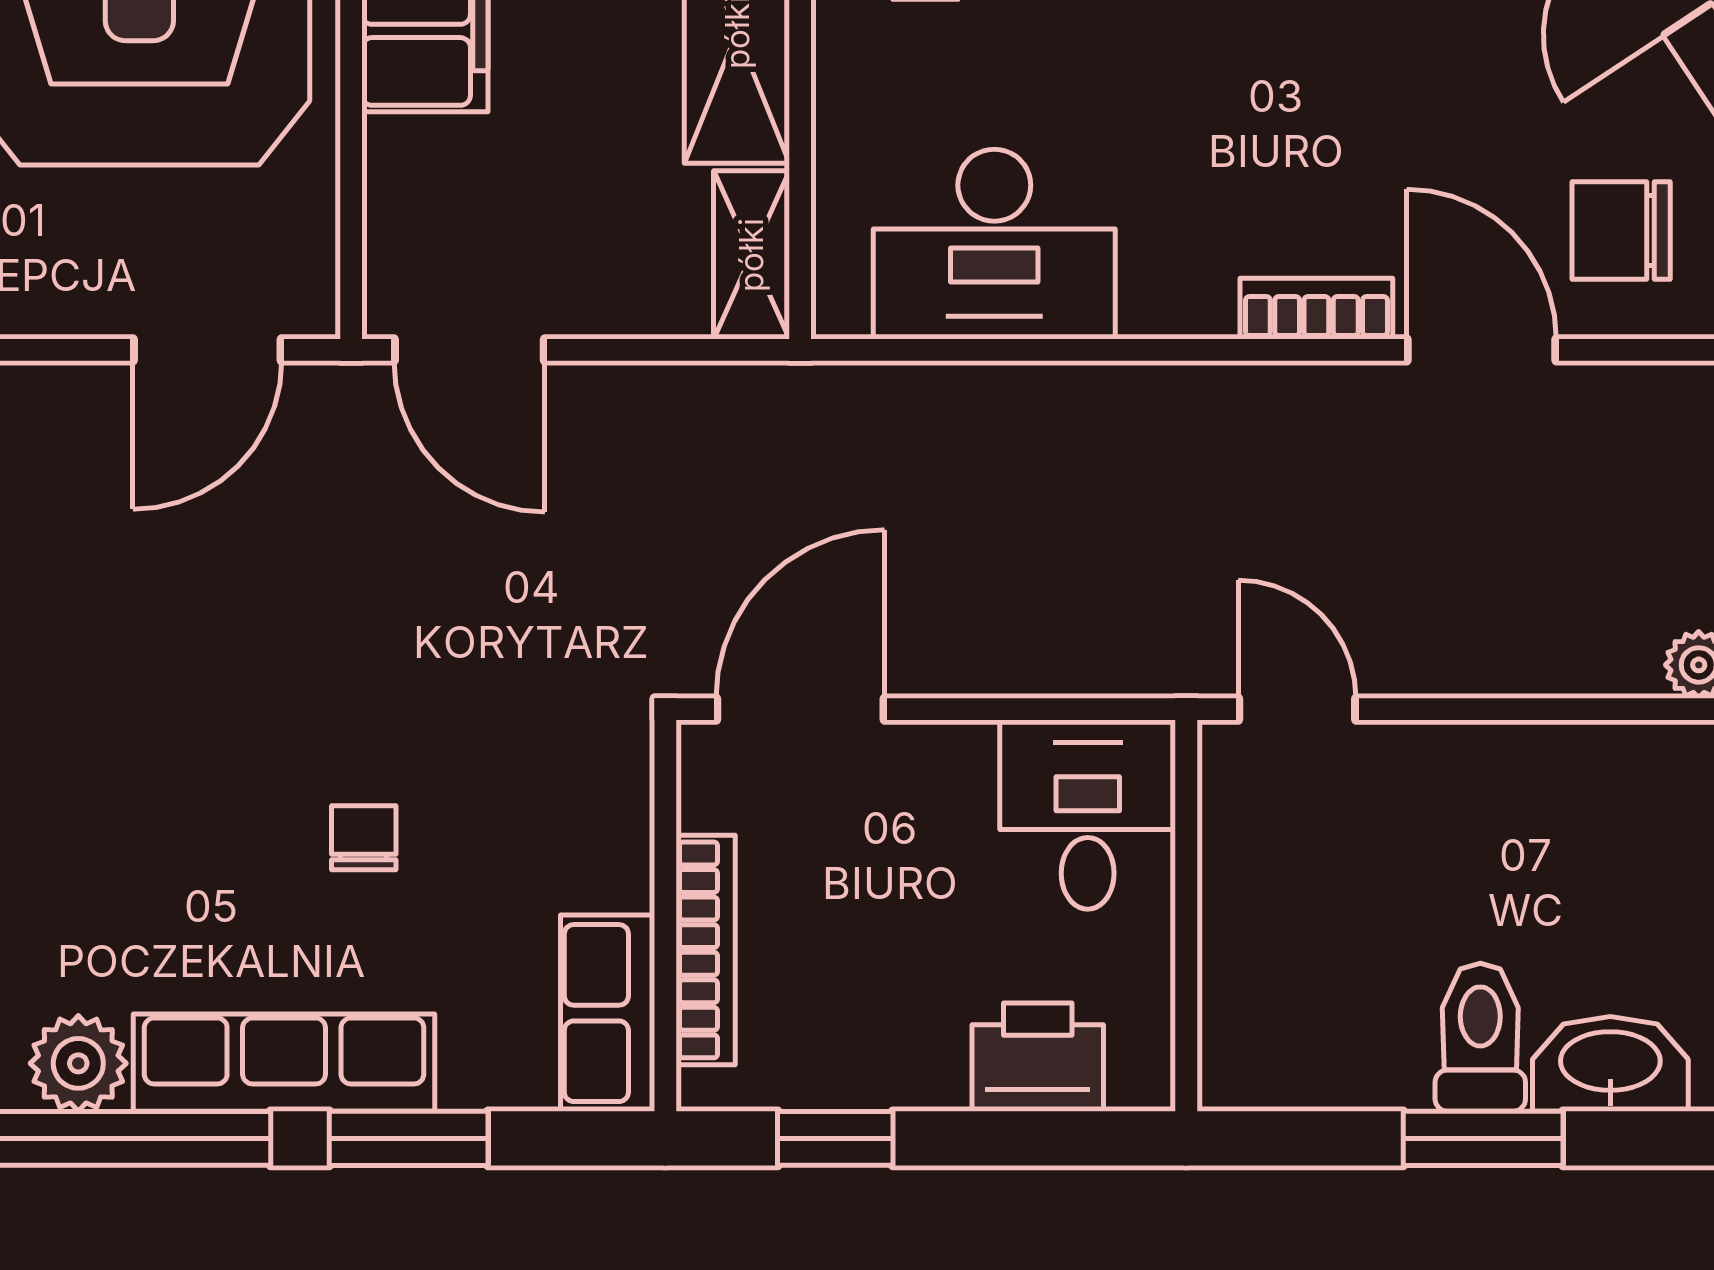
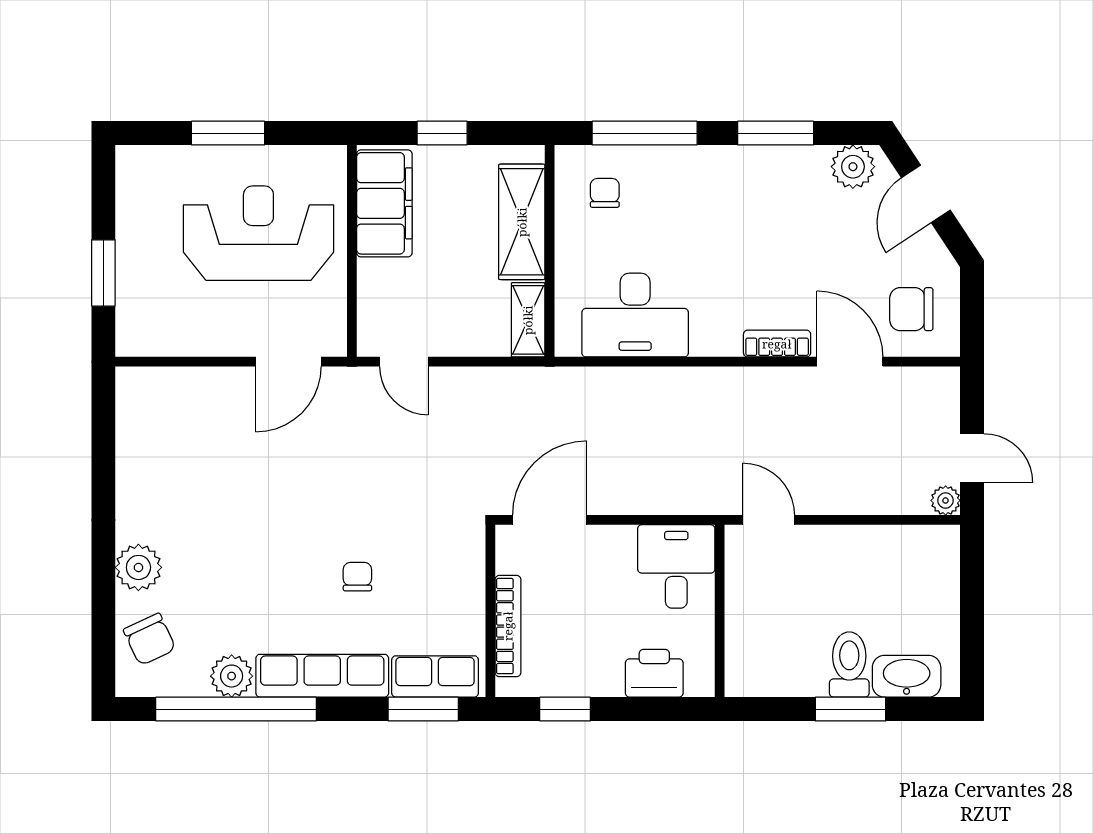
door: (469, 350) -> (404, 362), width x0.73
row of seats: (608, 1013) -> (435, 676), moved, turned 90
window: (409, 1138) -> (423, 709), moved

